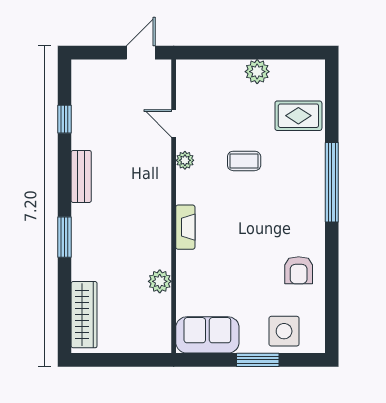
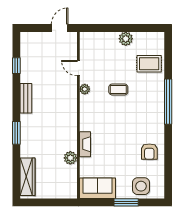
fireplace: (185, 227) -> (85, 144), moved

